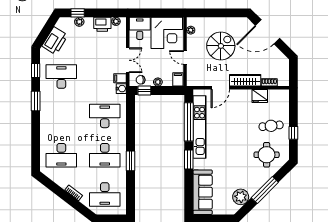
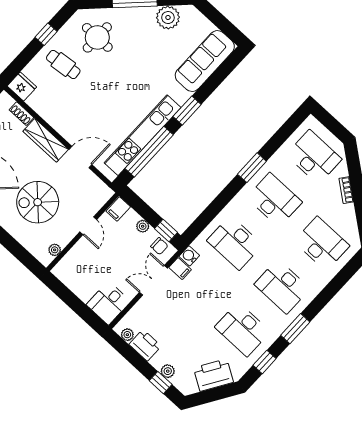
corner desk: (167, 33) -> (84, 271), removed
fridge: (260, 96) -> (22, 87), moved
desk: (61, 116) -> (282, 286), added

